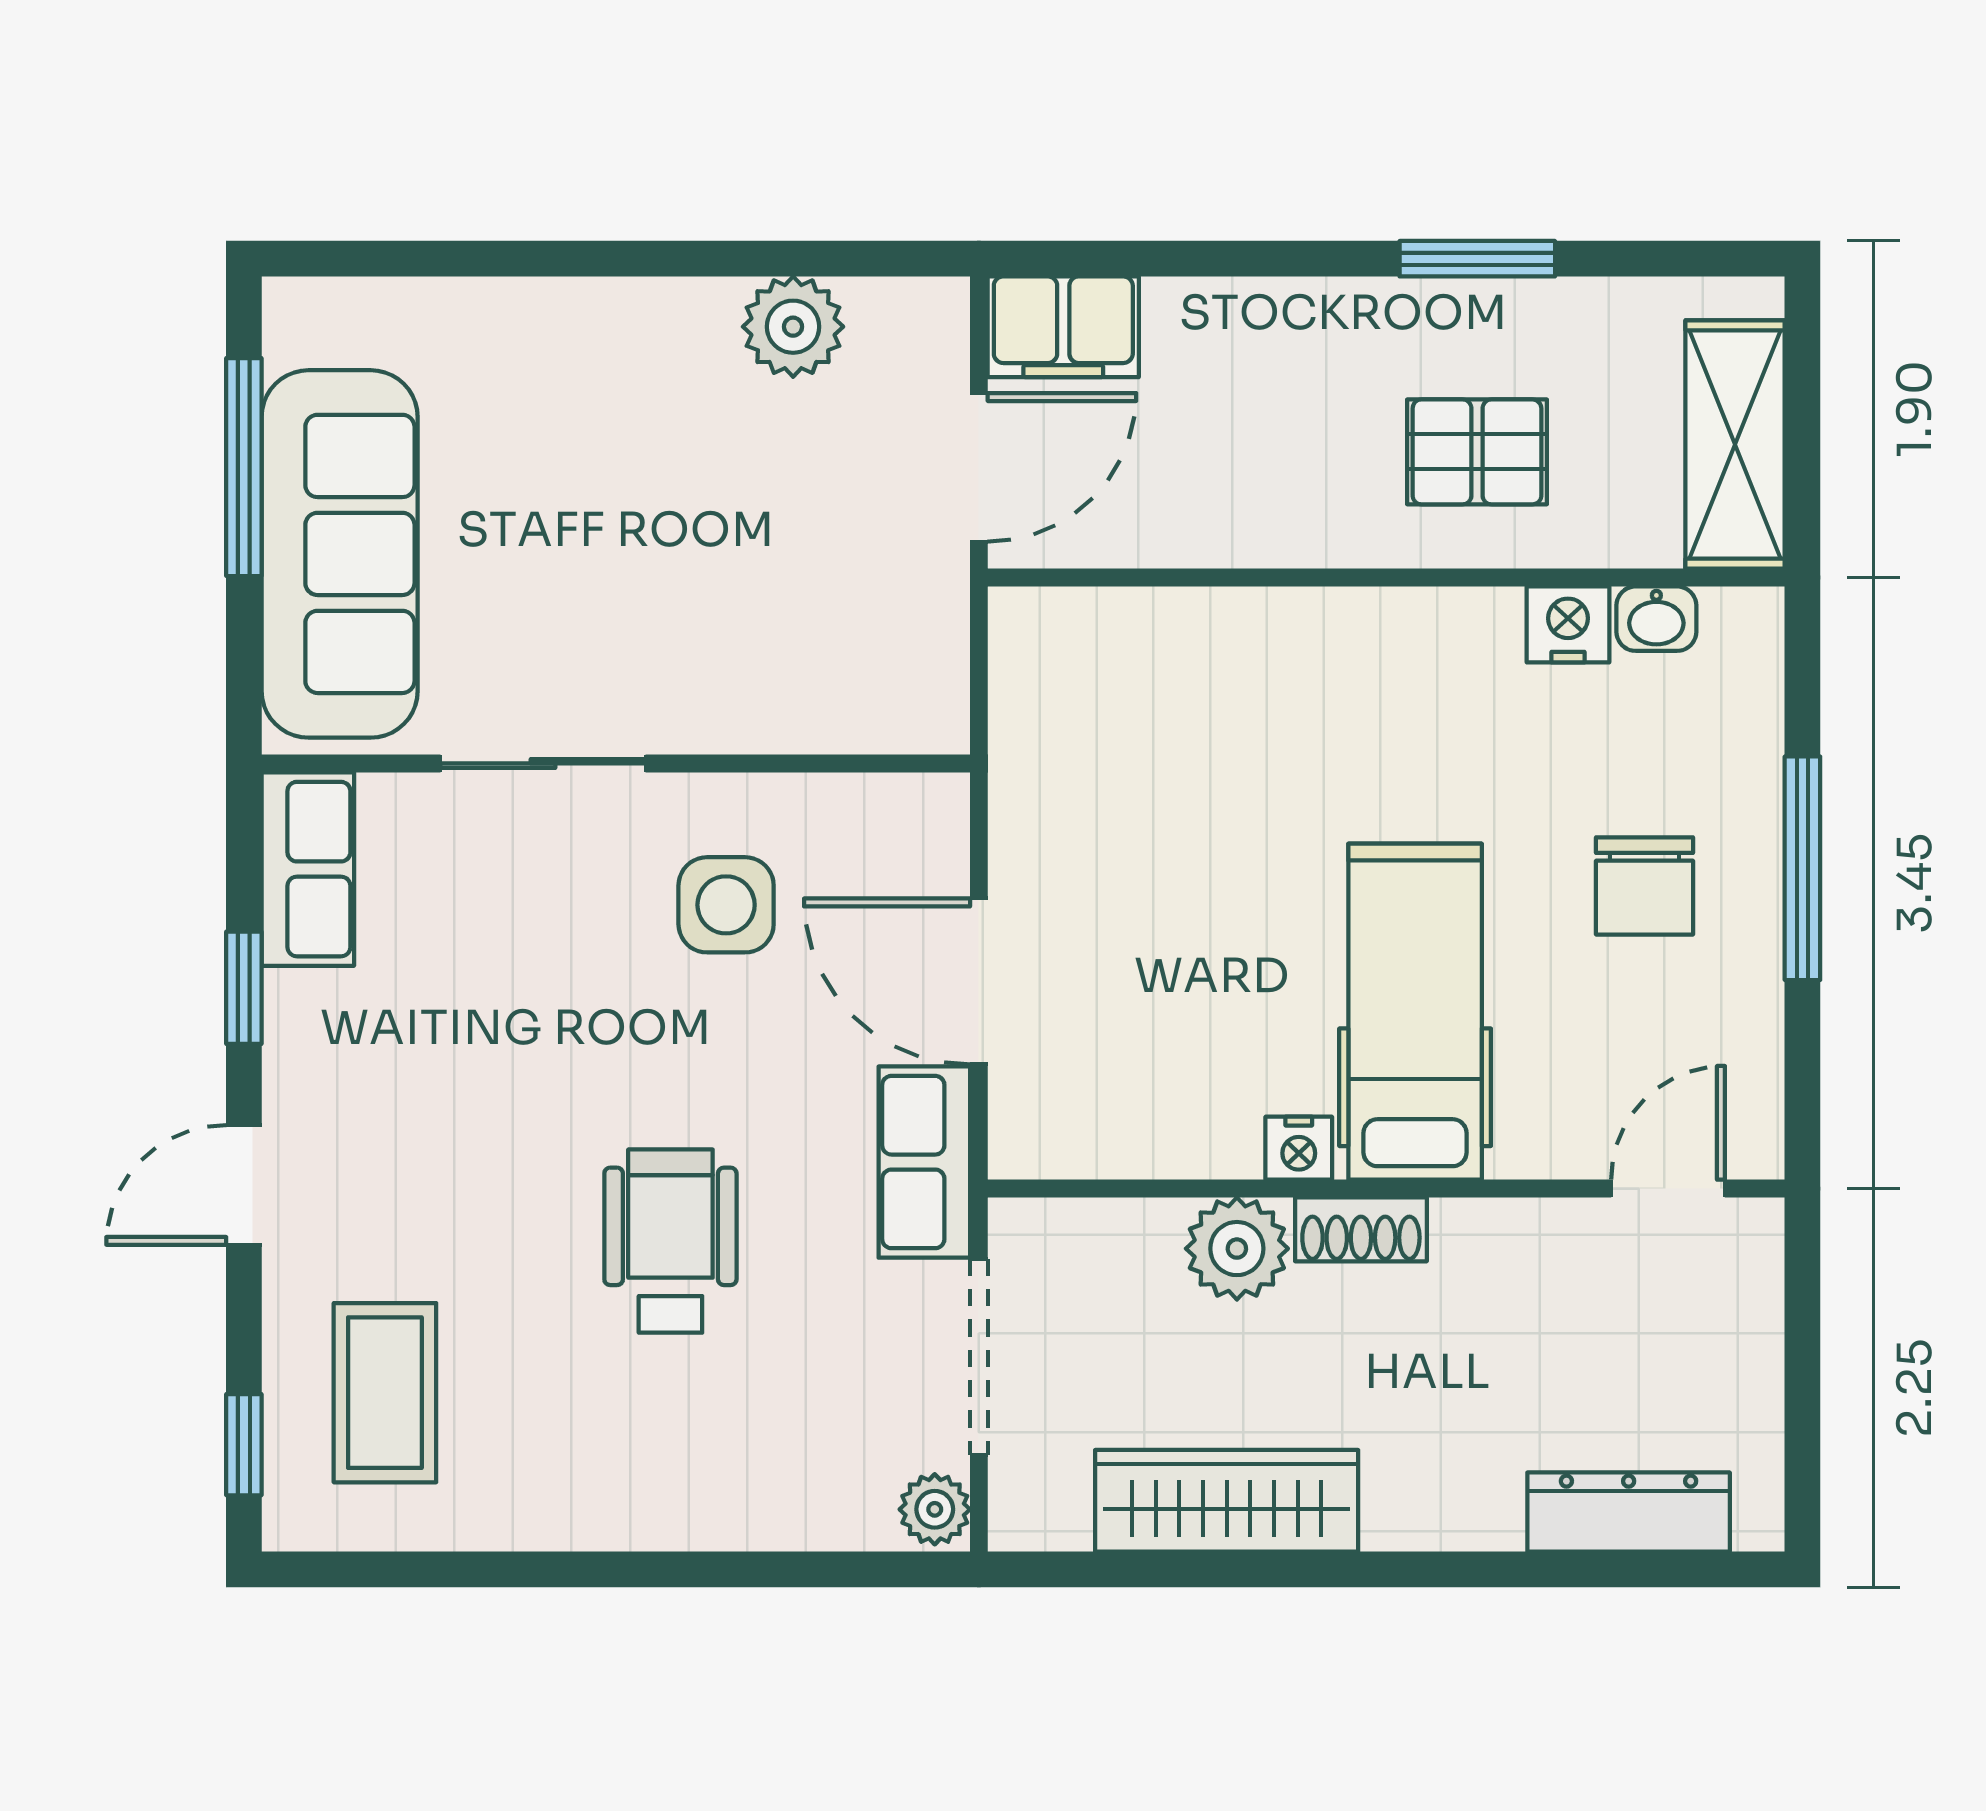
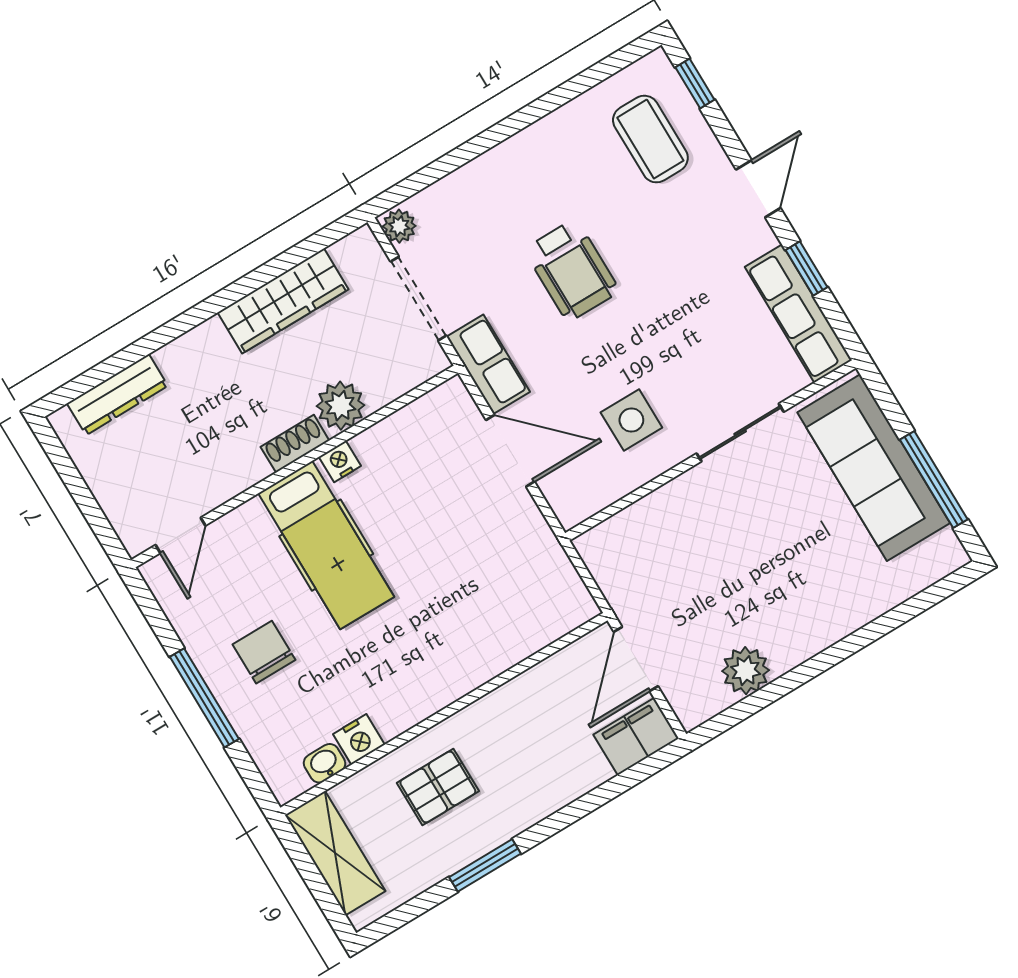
row of seats: (308, 869) -> (798, 314), width x1.48

